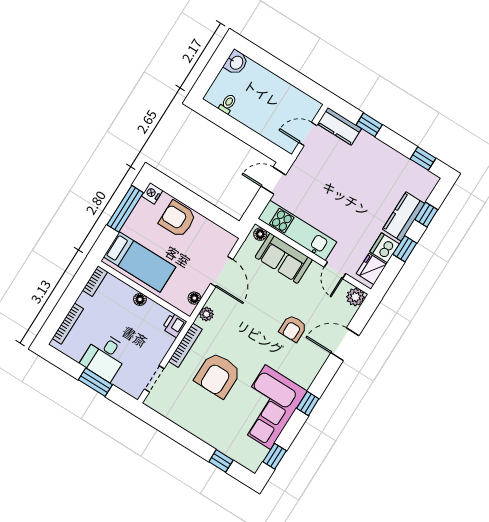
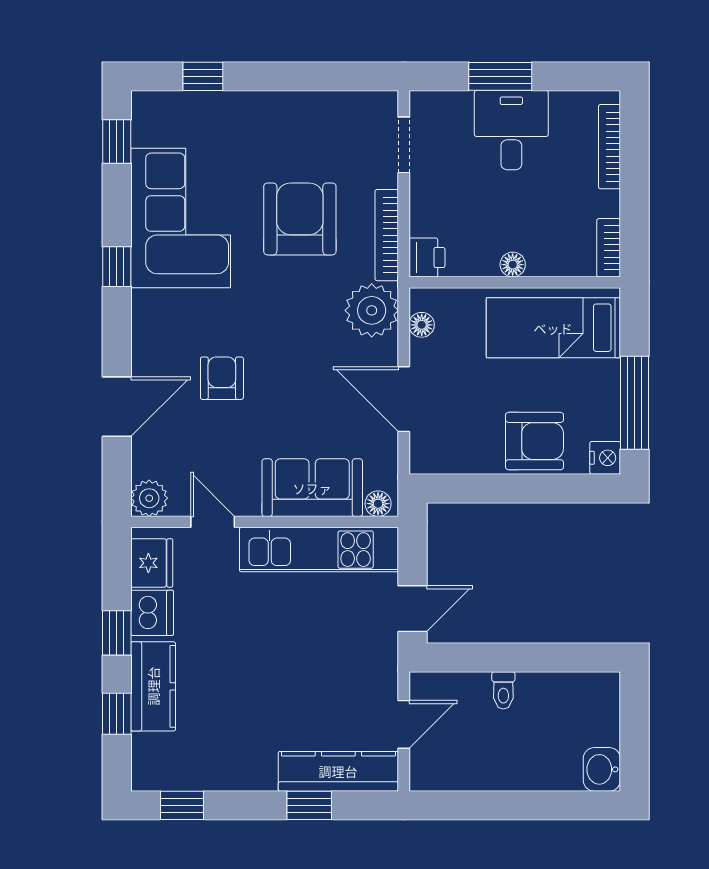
toilet: (228, 104) -> (503, 690), moved
kitchen counter: (339, 126) -> (338, 771), width x1.50
plant: (206, 314) -> (372, 310), width x1.88, depth x1.88

